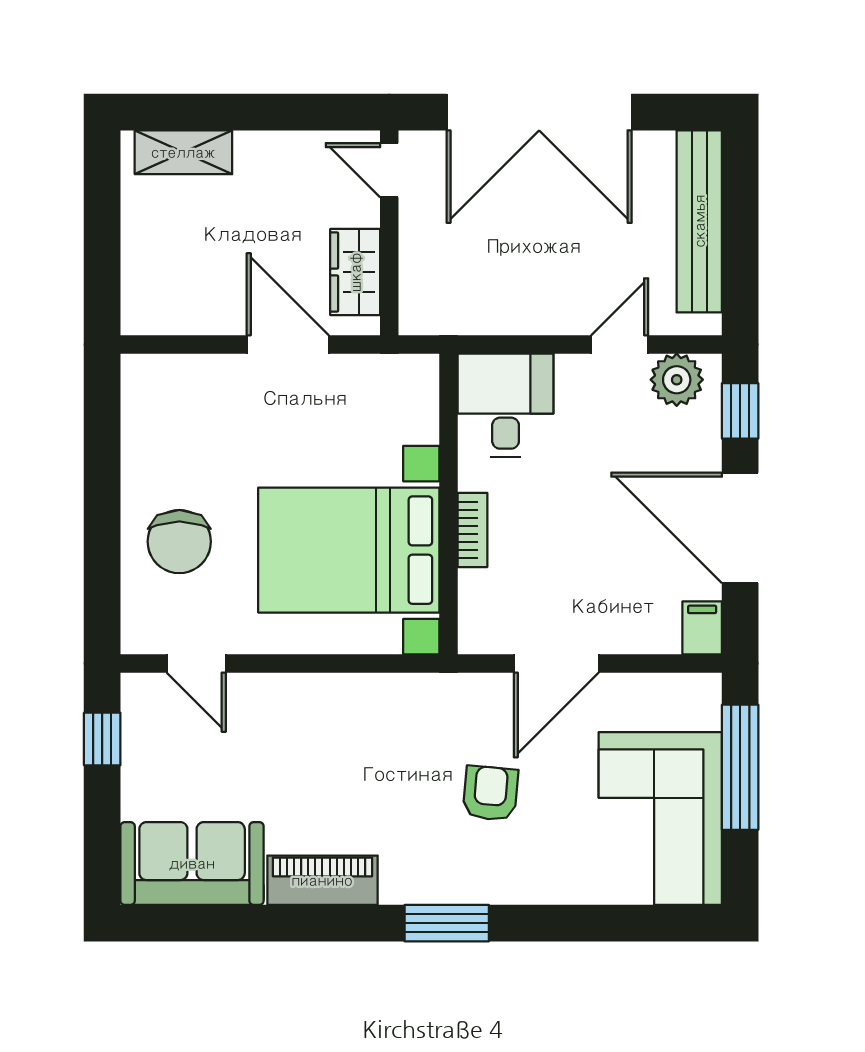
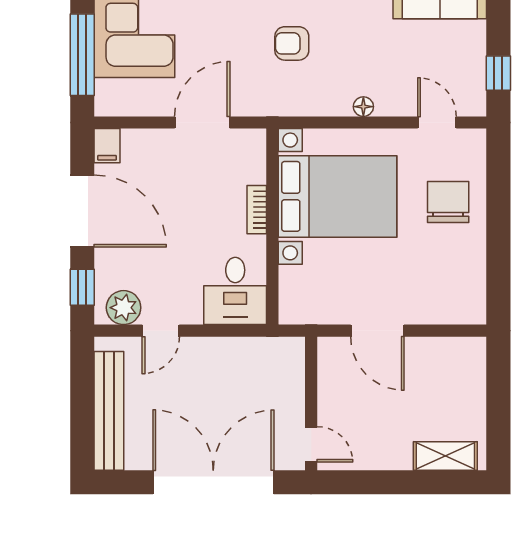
wardrobe: (355, 272) -> (333, 378), removed
floor lamp: (309, 688) -> (363, 107), added
armchair: (490, 793) -> (292, 43), moved, turned 85

